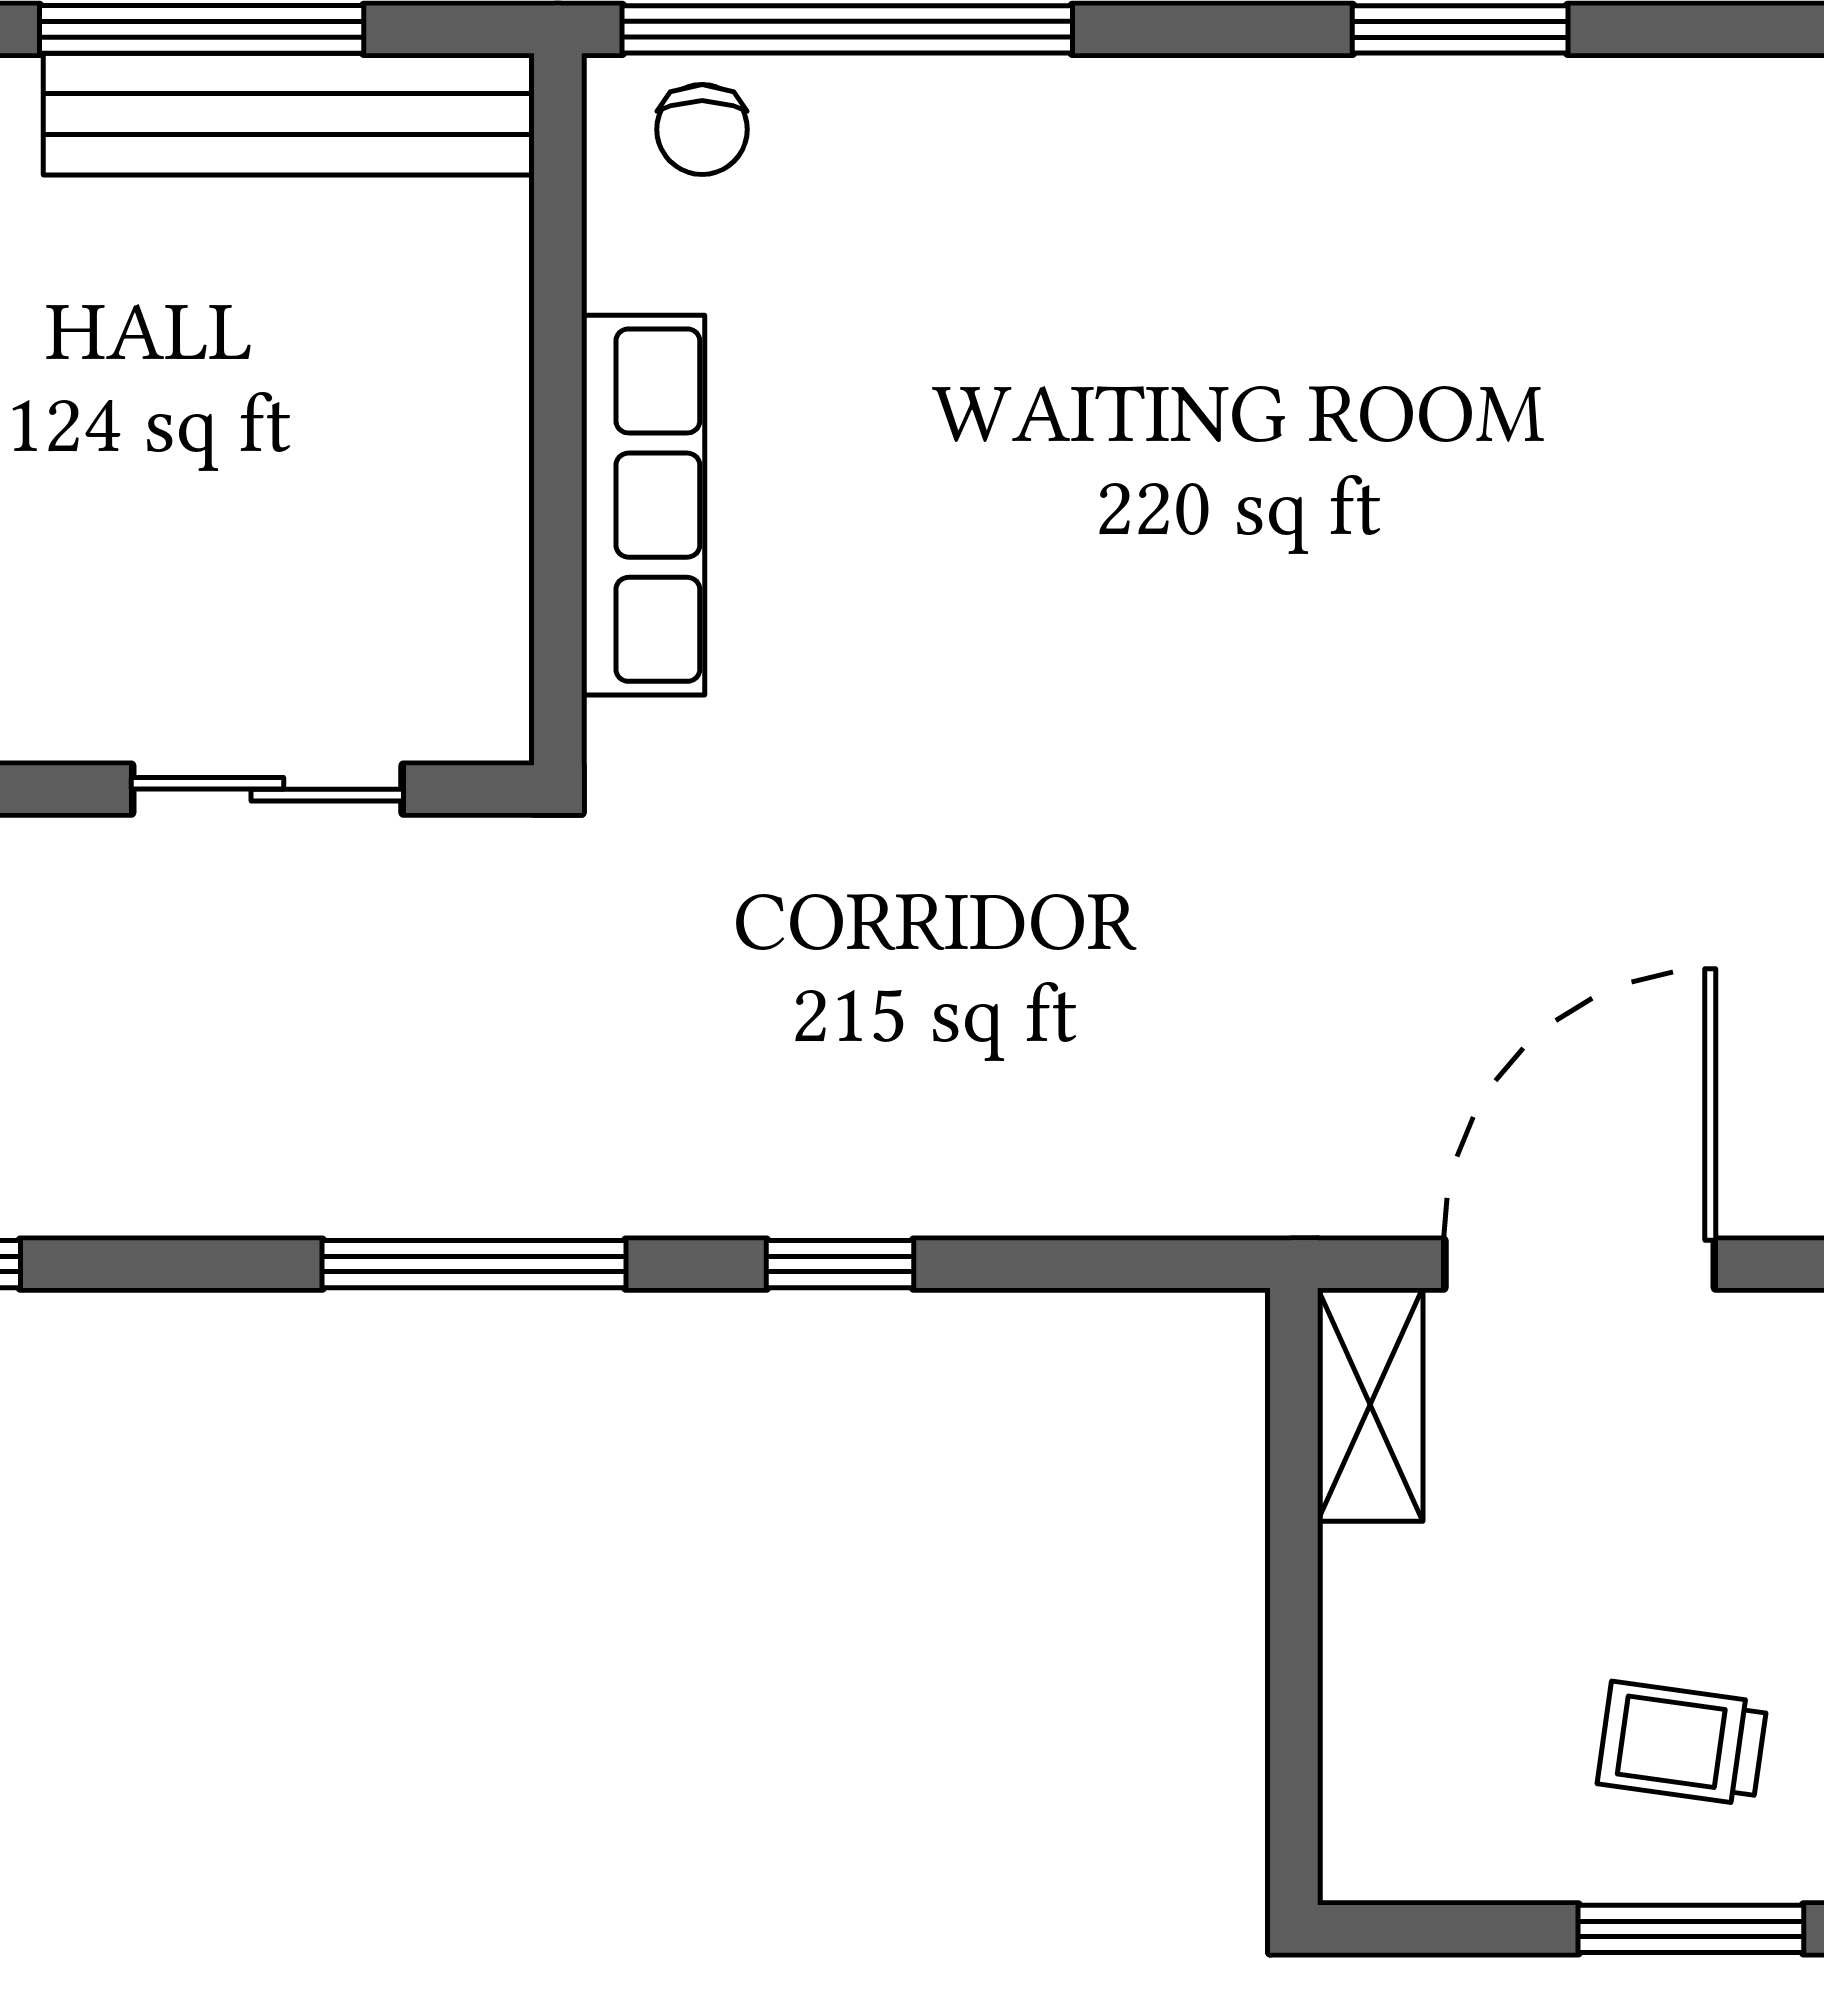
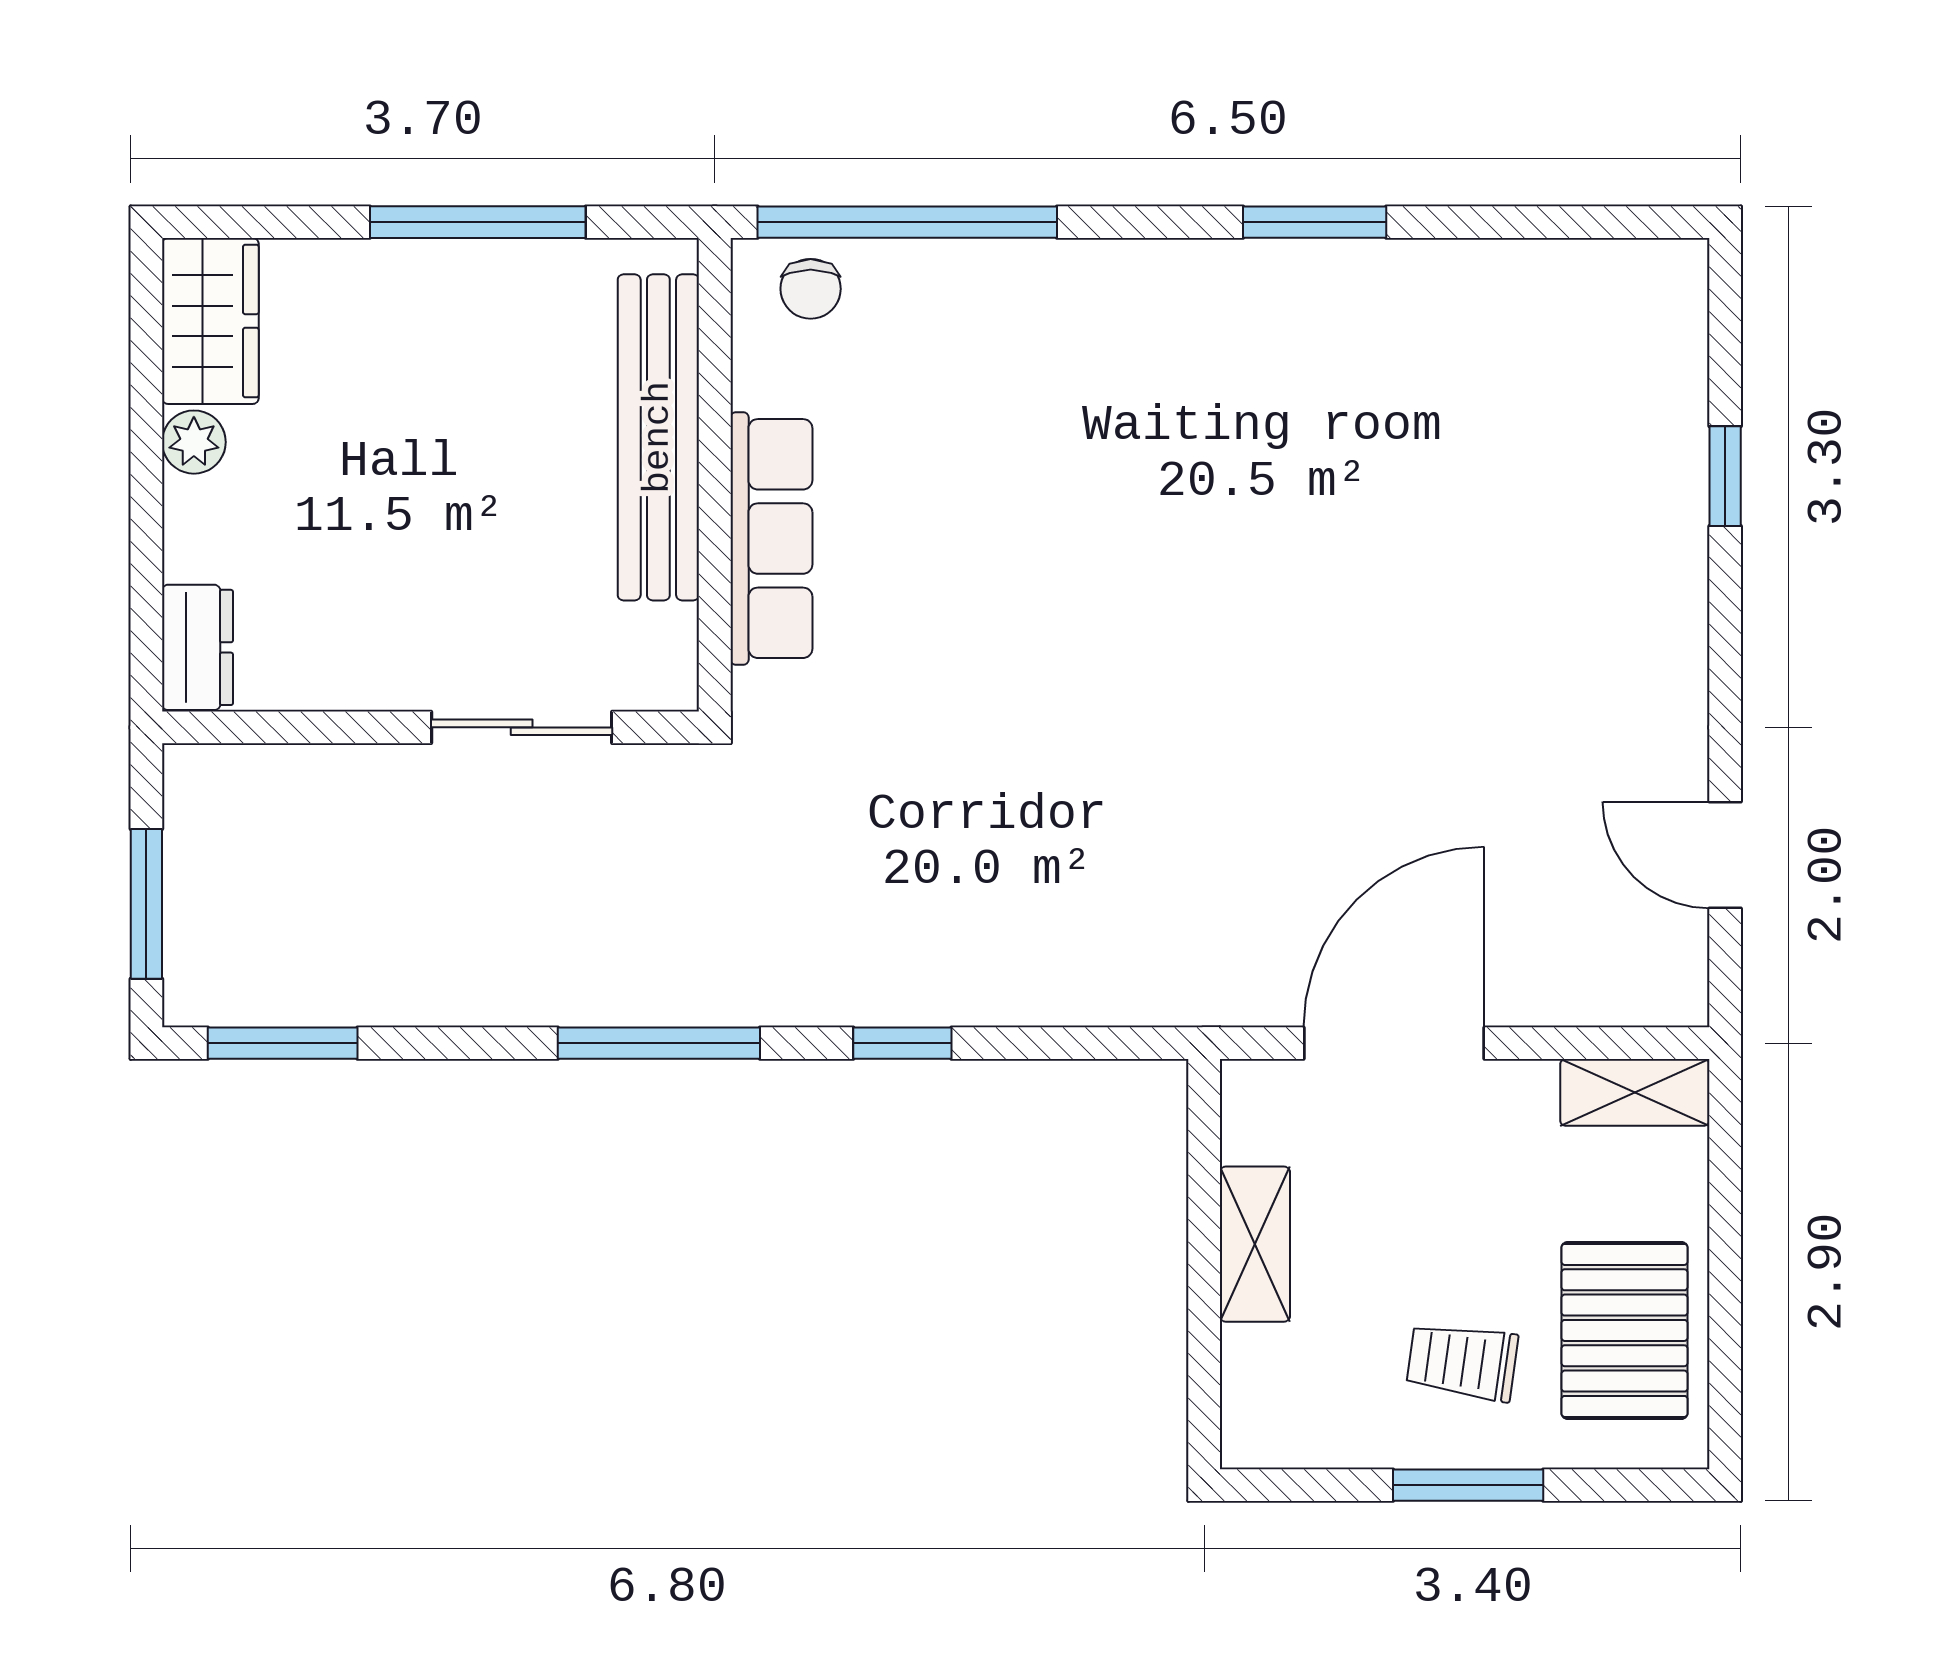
bench: (289, 114) -> (658, 437), moved, turned 90
shelving: (1370, 1405) -> (1255, 1244), moved

